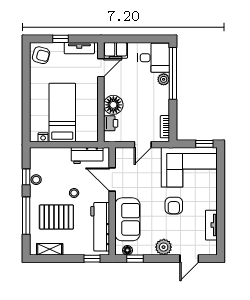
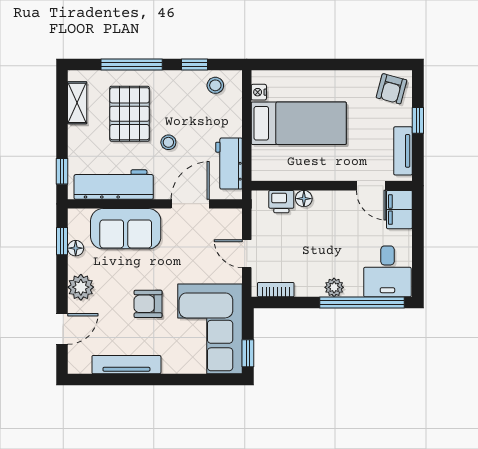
plant: (164, 79) -> (334, 287), moved
floor lamp: (113, 105) -> (304, 199), width x0.53, depth x0.53
stool: (36, 180) -> (215, 85), moved
tv unit: (211, 225) -> (126, 365), width x1.41
floor lamp: (127, 250) -> (76, 248), moved
door: (189, 259) -> (62, 329), swing flipped

